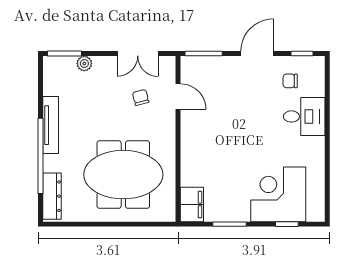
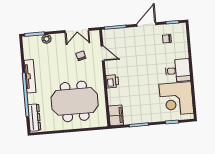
desk: (304, 116) -> (178, 70), moved
printer: (190, 146) -> (112, 81), added
corner desk: (278, 194) -> (176, 99), moved, turned -90

